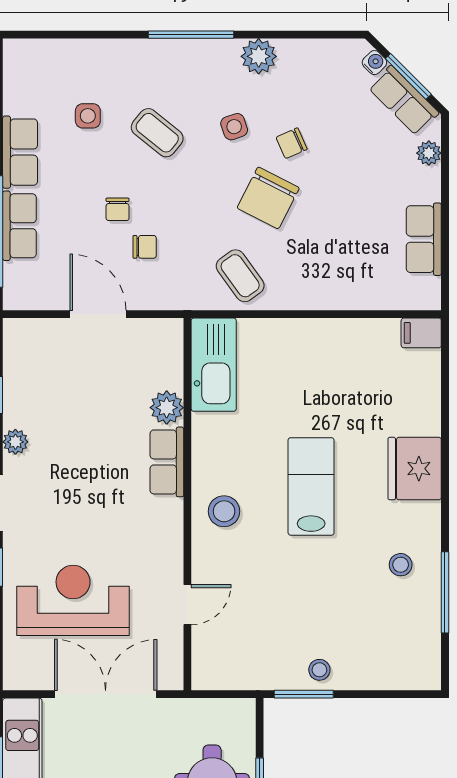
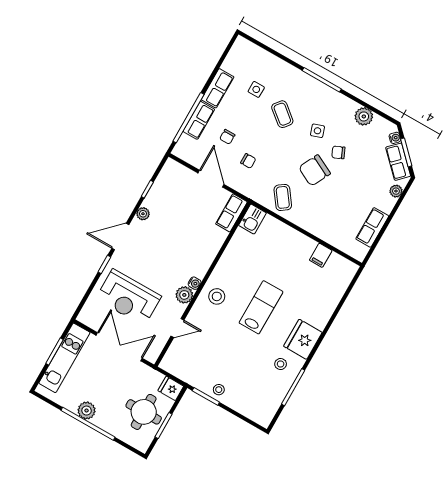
plant: (259, 56) -> (364, 116), moved
chair: (118, 209) -> (227, 137), moved
filing cabinet: (421, 333) -> (321, 255), moved, turned -90
kitchen sink: (214, 365) -> (252, 219), width x0.53, depth x0.81
plant: (167, 408) -> (184, 295), moved
row of seats: (167, 462) -> (231, 213), moved
fridge: (415, 469) -> (303, 339), moved
water cooler: (173, 510) -> (195, 283), added
reception desk: (73, 600) -> (128, 298), turned 180
fridge: (236, 715) -> (171, 388), added

